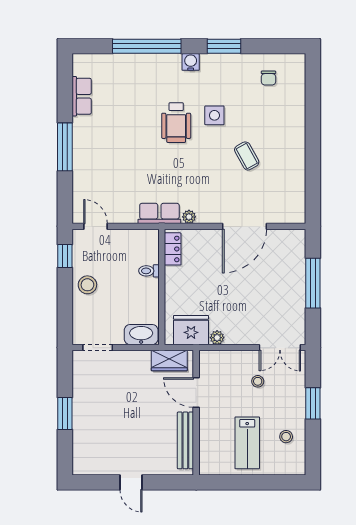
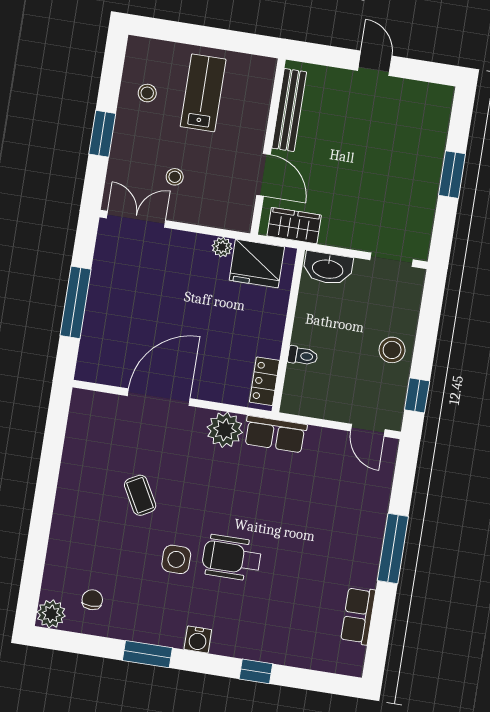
window: (147, 46) -> (256, 671), width x0.32
plant: (295, 64) -> (51, 614), added
wheelchair: (176, 123) -> (232, 558), turned -90
plant: (189, 217) -> (225, 430), width x1.88, depth x1.88

